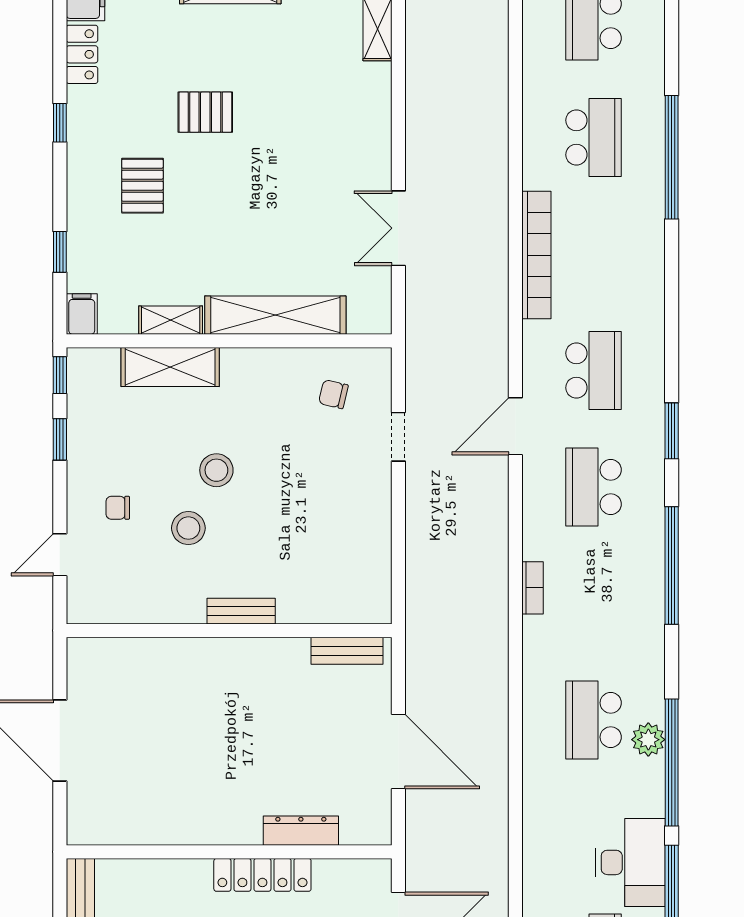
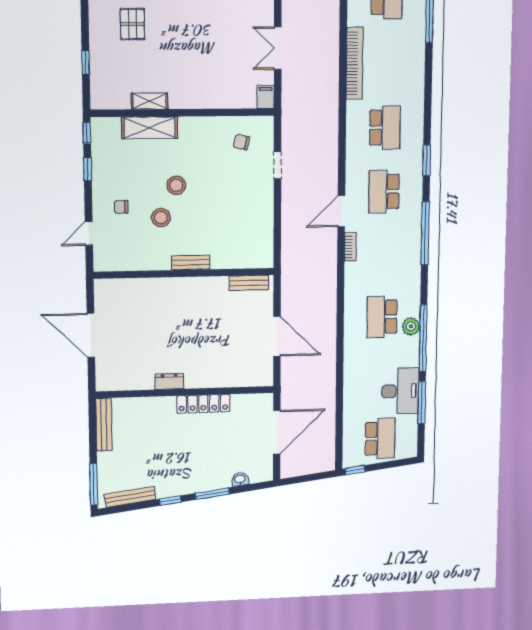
filing cabinet: (82, 314) -> (265, 97), moved
shelving: (275, 315) -> (209, 98), removed
door: (515, 426) -> (341, 211), moved
dresser: (301, 831) -> (169, 381), moved, width x0.70

